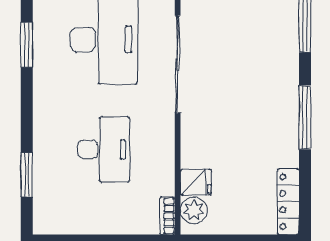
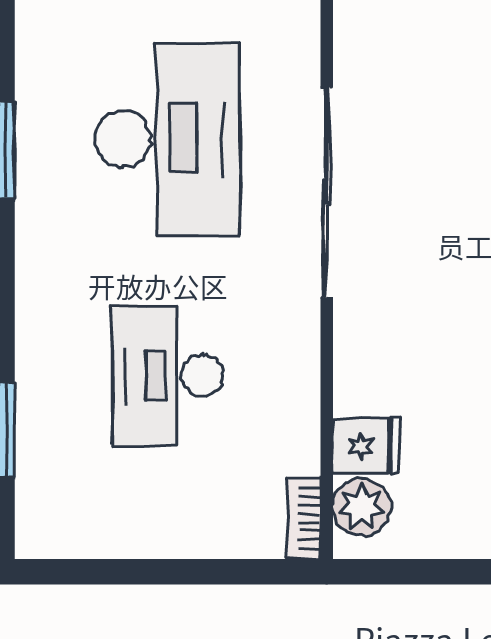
desk: (104, 149) -> (168, 376), turned 180

